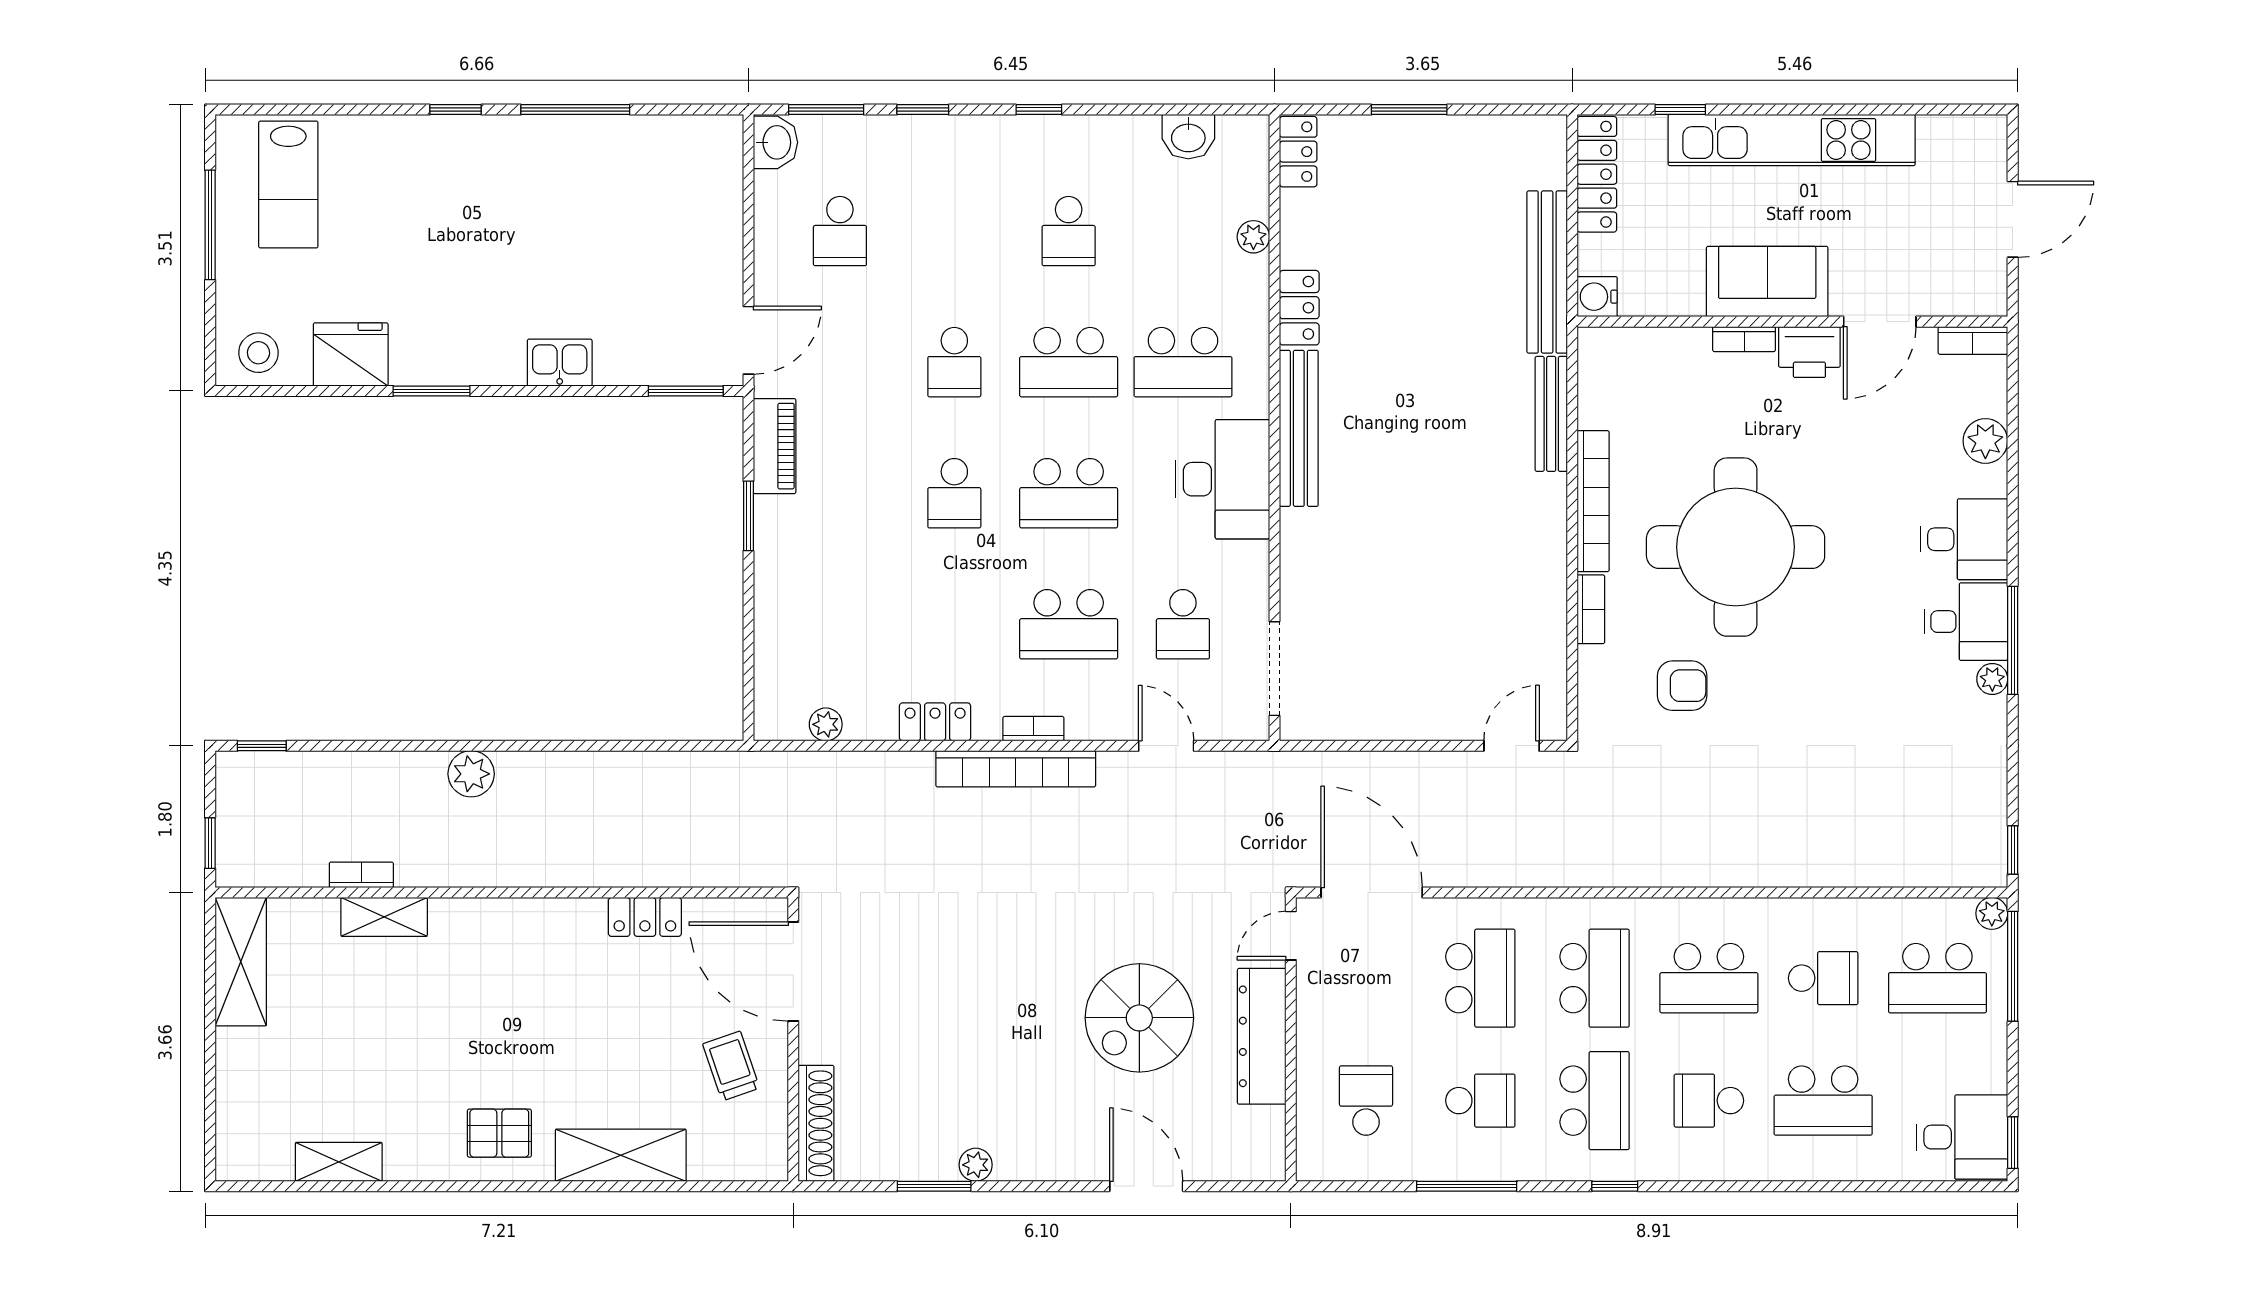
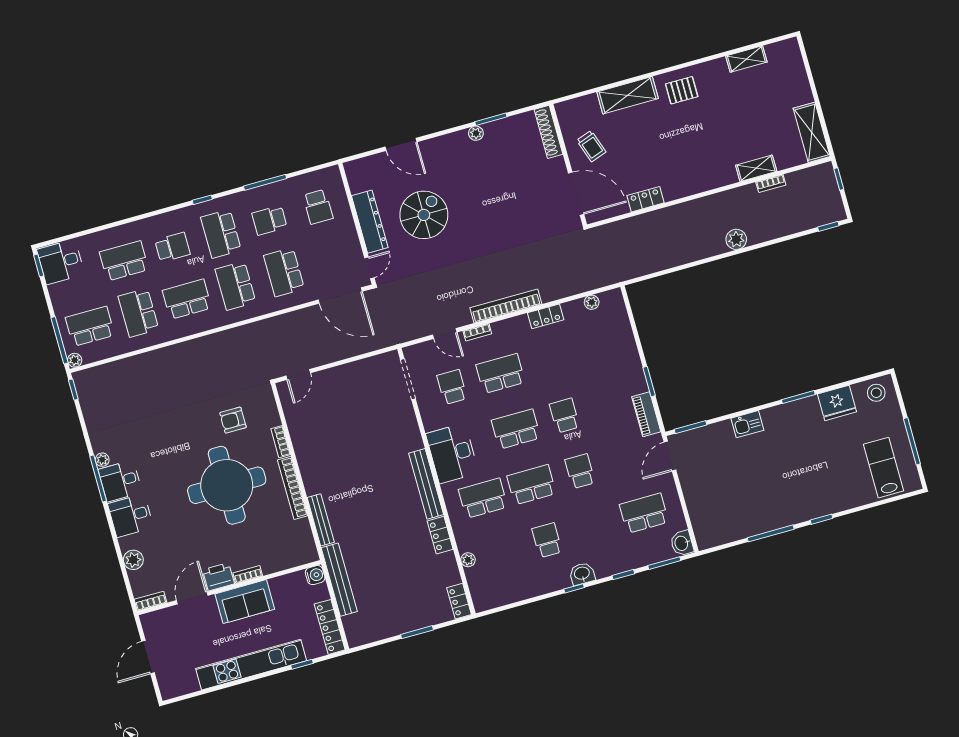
washbasin: (1188, 137) -> (582, 574), moved
school desk: (840, 231) -> (644, 513), width x1.85
bookcase: (1033, 729) -> (477, 332), moved
school desk: (1823, 978) -> (138, 313), width x1.85

